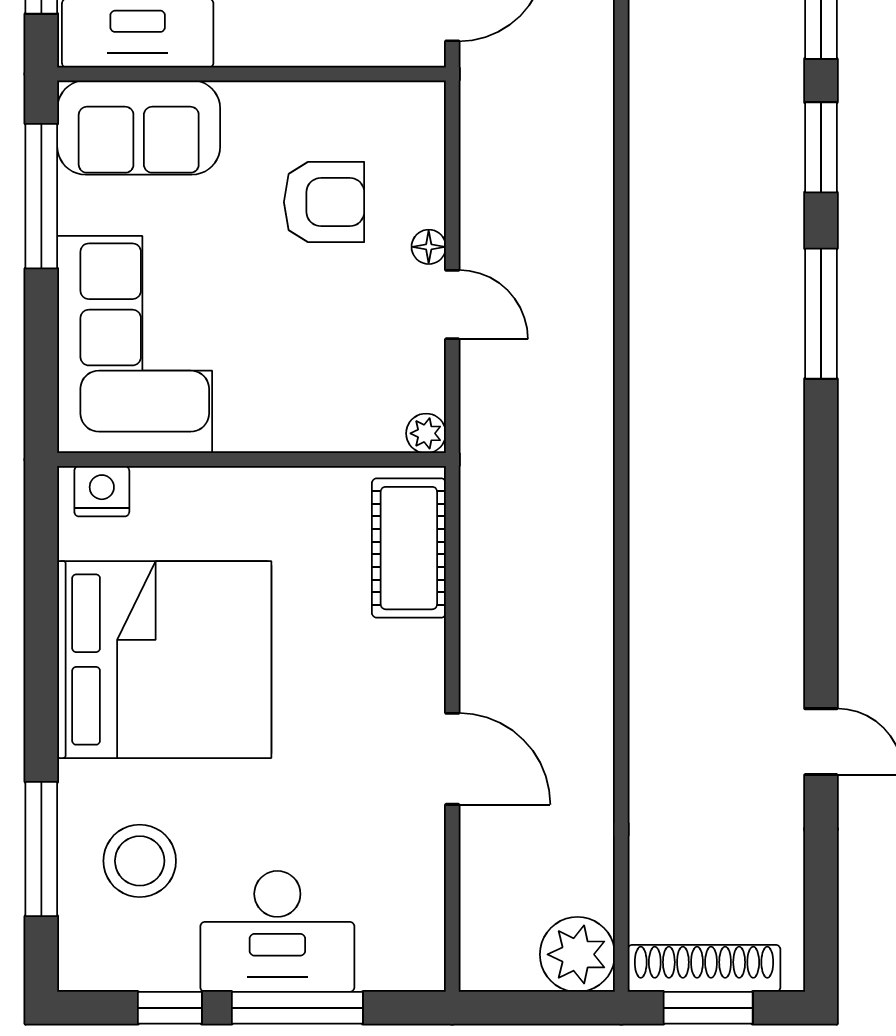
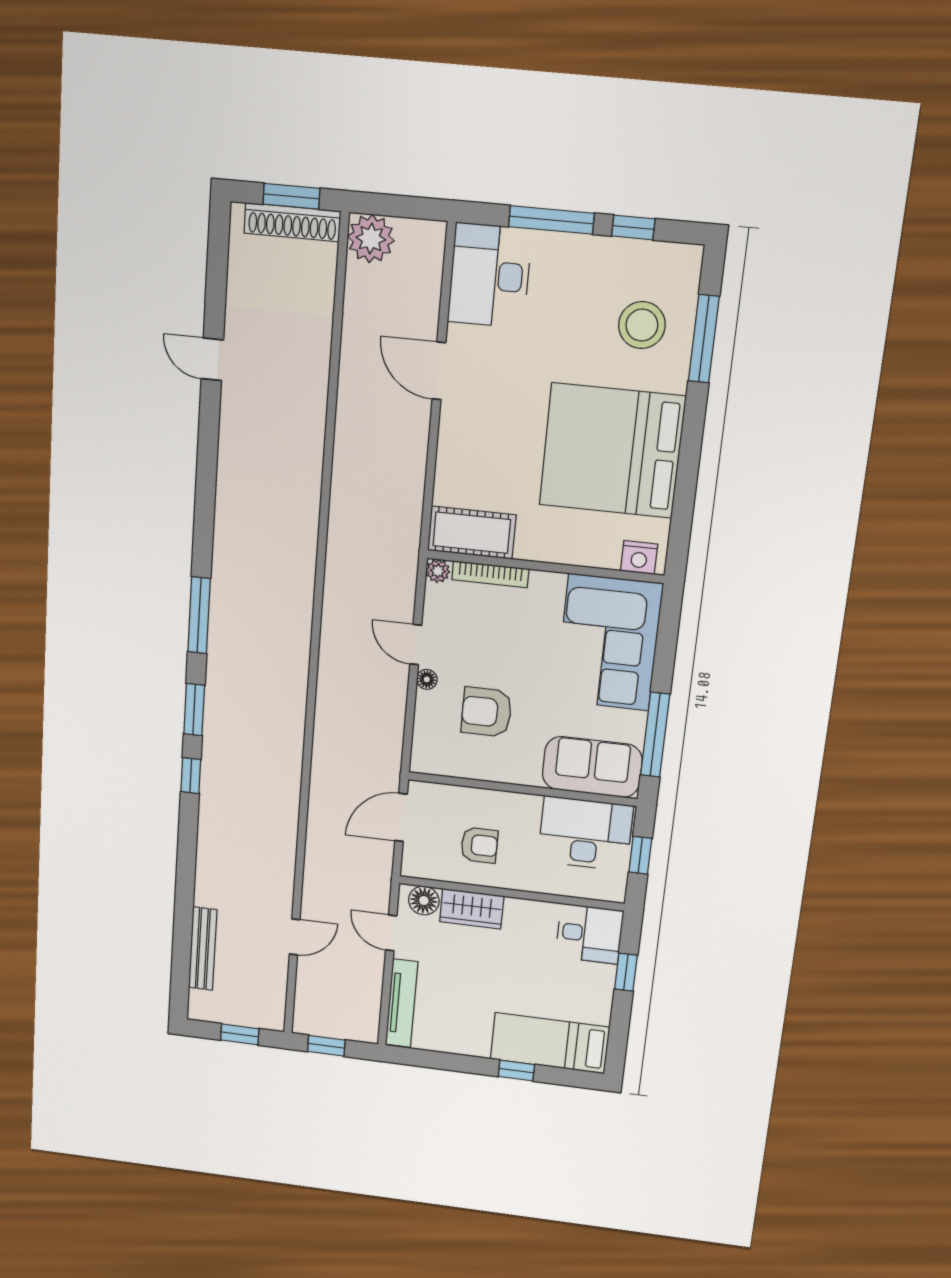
bookcase: (340, 437) -> (490, 574), added
cot: (409, 548) -> (472, 533), moved, turned 90
desk: (277, 931) -> (490, 275), moved, turned -90

